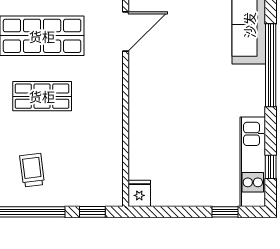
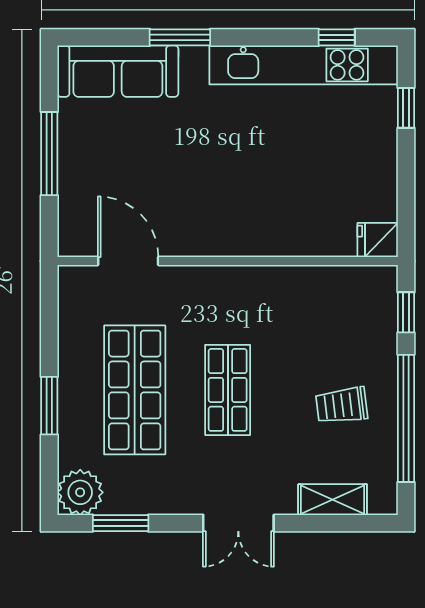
window: (271, 65) -> (180, 37), width x0.47
kitchen unit: (253, 162) -> (304, 65), width x1.36

